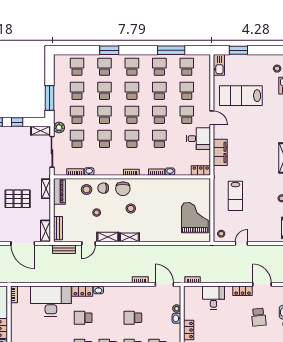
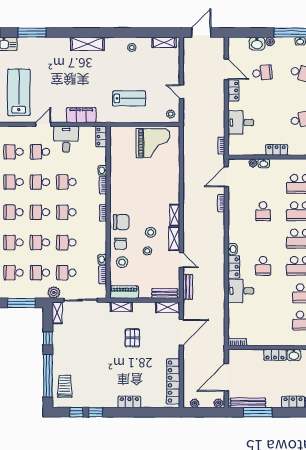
lab bench: (241, 96) -> (19, 92), turned 180
pallet: (18, 199) -> (132, 338), width x0.67, depth x0.71
stool: (131, 208) -> (151, 232), moved
grand piano: (195, 218) -> (153, 143), turned 180
door: (262, 284) -> (226, 69), swing flipped
desk: (51, 301) -> (241, 291), width x0.53, depth x0.77

